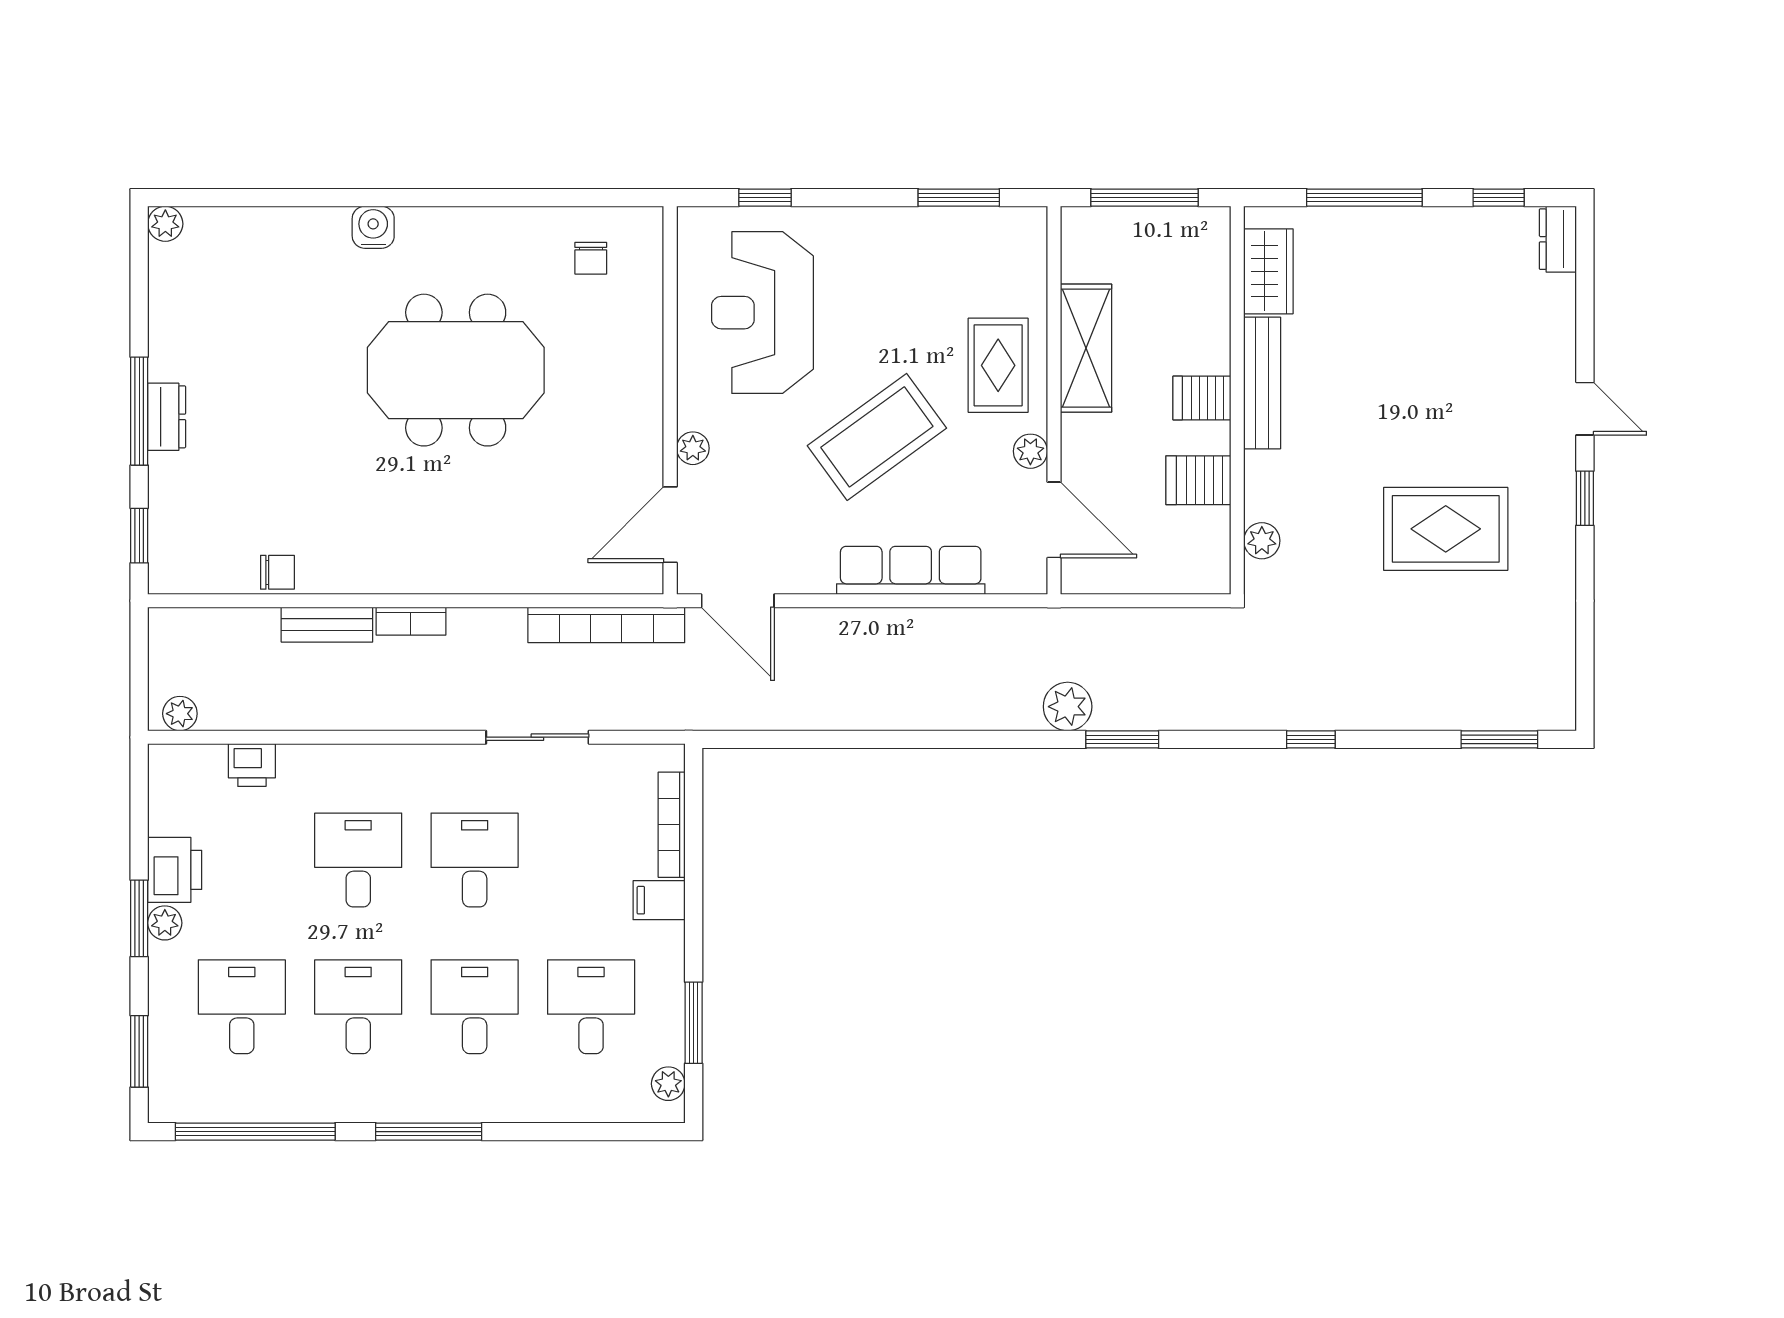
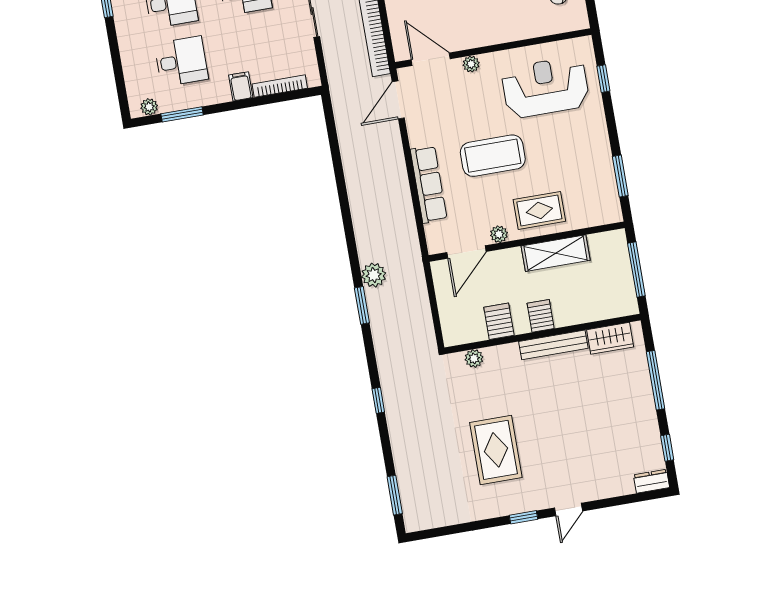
coffee table: (877, 437) -> (493, 156), turned -54

